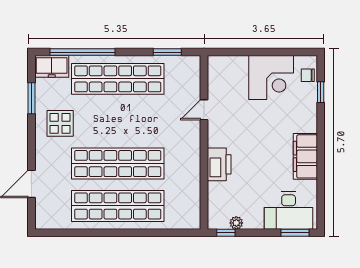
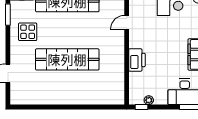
shop shelf: (118, 206) -> (67, 89), removed

